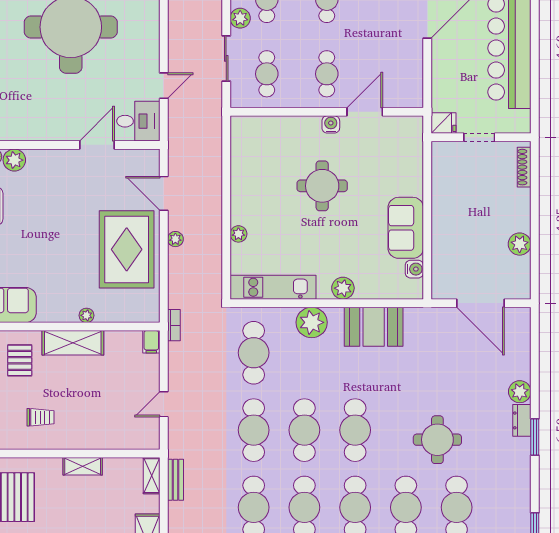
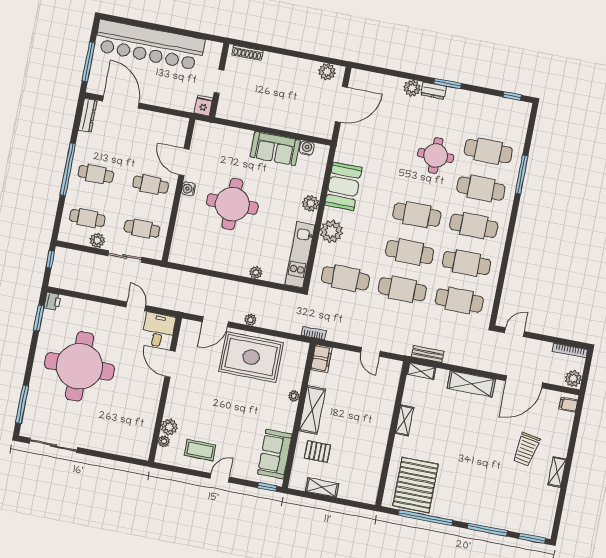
round table: (322, 186) -> (232, 204), width x1.36, depth x1.36
plant: (520, 244) -> (327, 72), moved
filing cabinet: (151, 342) -> (321, 358), width x2.00
trolley: (40, 417) -> (362, 444), removed

